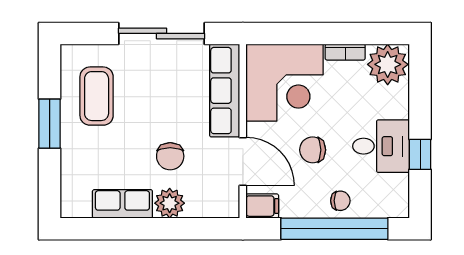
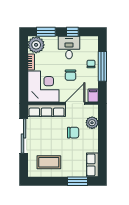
window: (420, 89) -> (46, 32), added
window: (50, 124) -> (77, 181), moved
plant: (170, 203) -> (92, 123), moved
row of seats: (122, 204) -> (92, 165), moved
window: (334, 229) -> (102, 66), width x0.68

